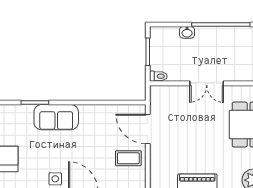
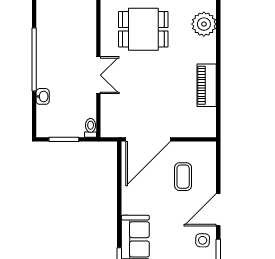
door: (148, 129) -> (148, 139), width x1.36
coffee table: (128, 158) -> (183, 177), moved

